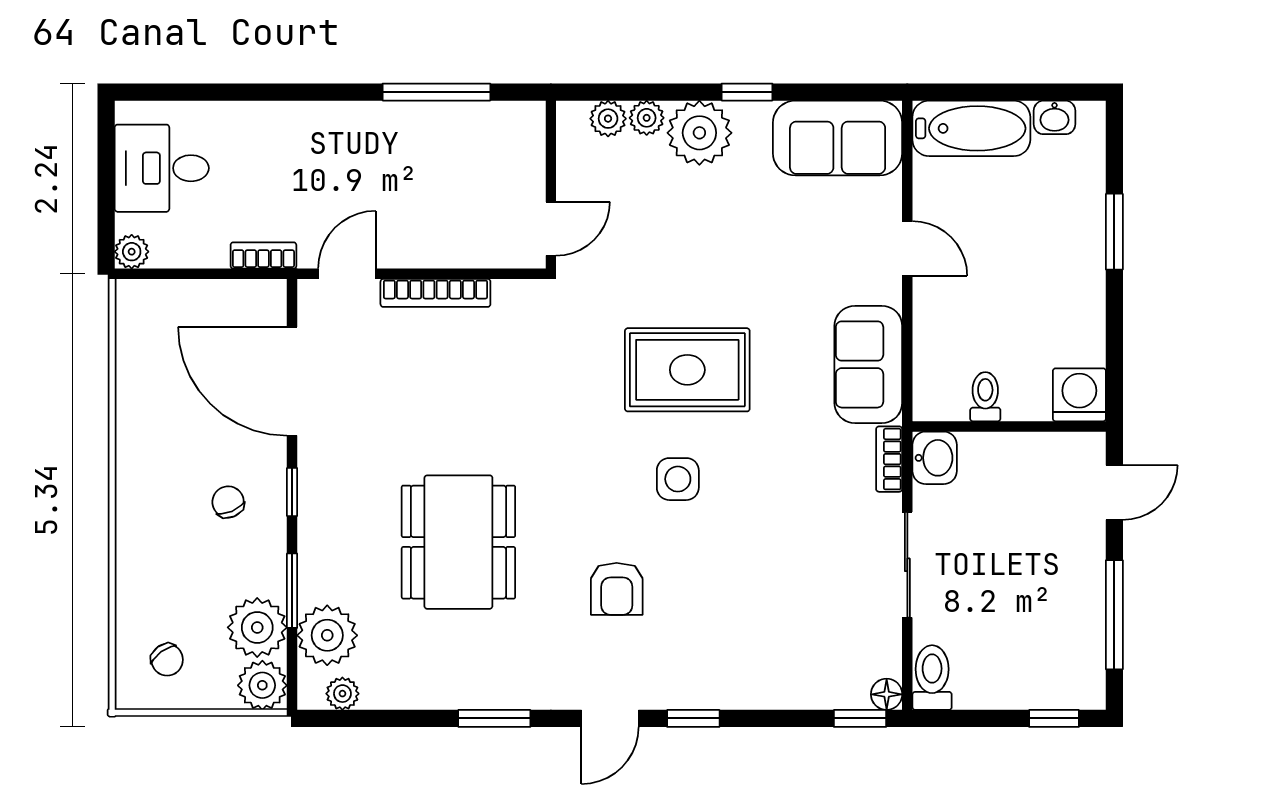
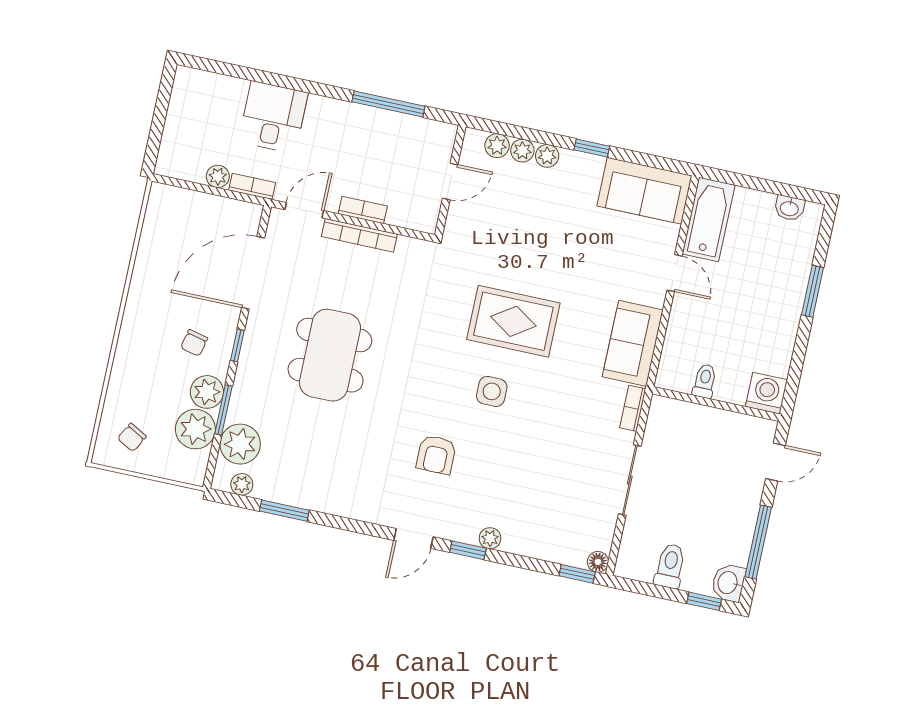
bathtub: (971, 128) -> (709, 219), moved, turned -90
plant: (699, 133) -> (547, 156), width x0.53, depth x0.53
desk: (162, 168) -> (273, 117), moved, turned 90
door: (551, 229) -> (450, 182), moved
plant: (132, 252) -> (218, 176), moved
bookcase: (432, 255) -> (363, 210), added
door: (292, 381) -> (253, 273), hinge flipped
washbasin: (935, 458) -> (728, 583), moved, turned 180
chair: (228, 502) -> (194, 343), turned -144
dining table: (458, 542) -> (330, 355), moved
chair: (167, 660) -> (132, 437), turned 65
toilet: (932, 678) -> (670, 566), moved
plant: (262, 685) -> (207, 392), moved
plant: (722, 694) -> (490, 538), added
window: (494, 718) -> (284, 511), moved

